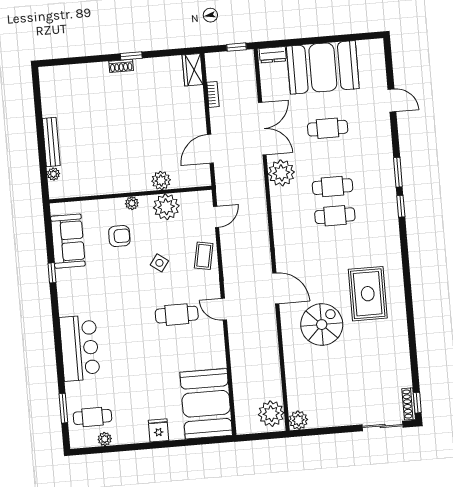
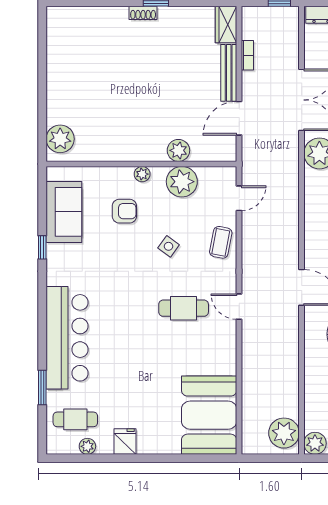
bench: (51, 142) -> (229, 73), moved
plant: (53, 174) -> (60, 139), width x1.88, depth x1.88
bar counter: (80, 348) -> (67, 338), width x1.36
window: (63, 408) -> (42, 388), moved
fridge: (158, 430) -> (125, 442), moved

